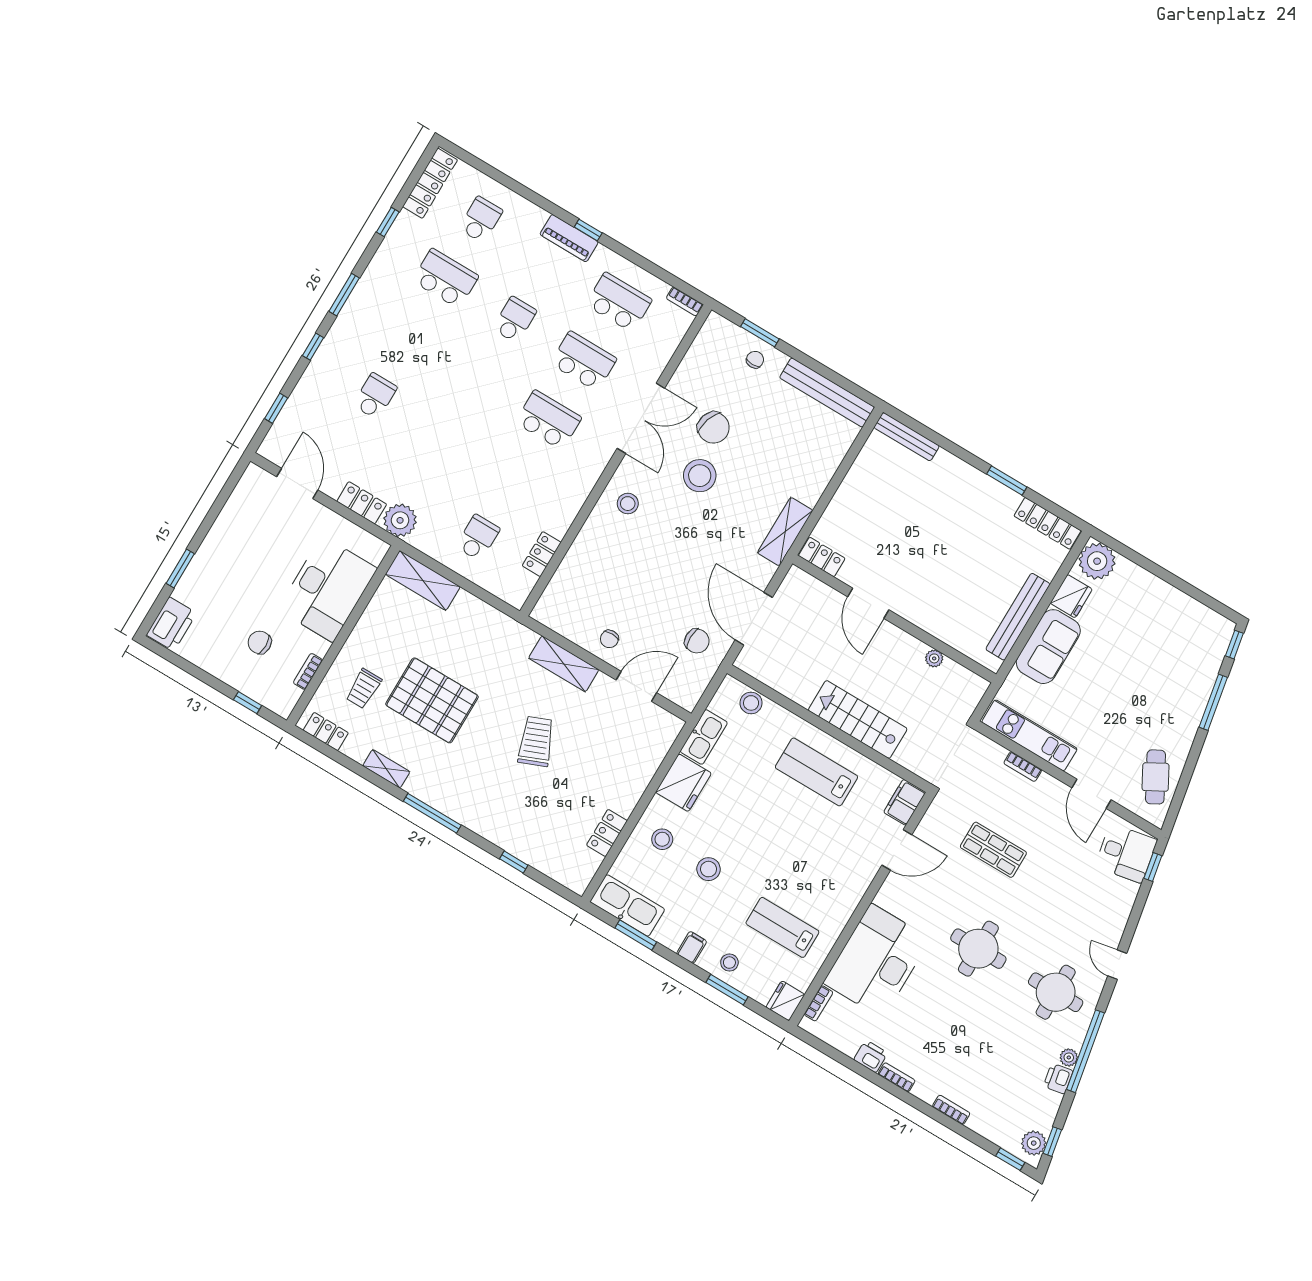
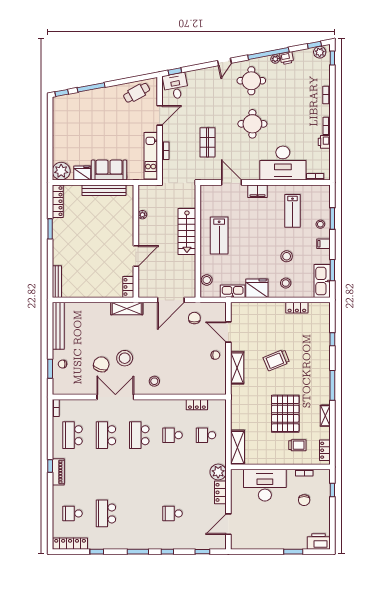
school desk: (515, 320) -> (173, 435), moved
filing cabinet: (905, 802) -> (258, 191), moved
fridge: (785, 1001) -> (322, 191), removed

